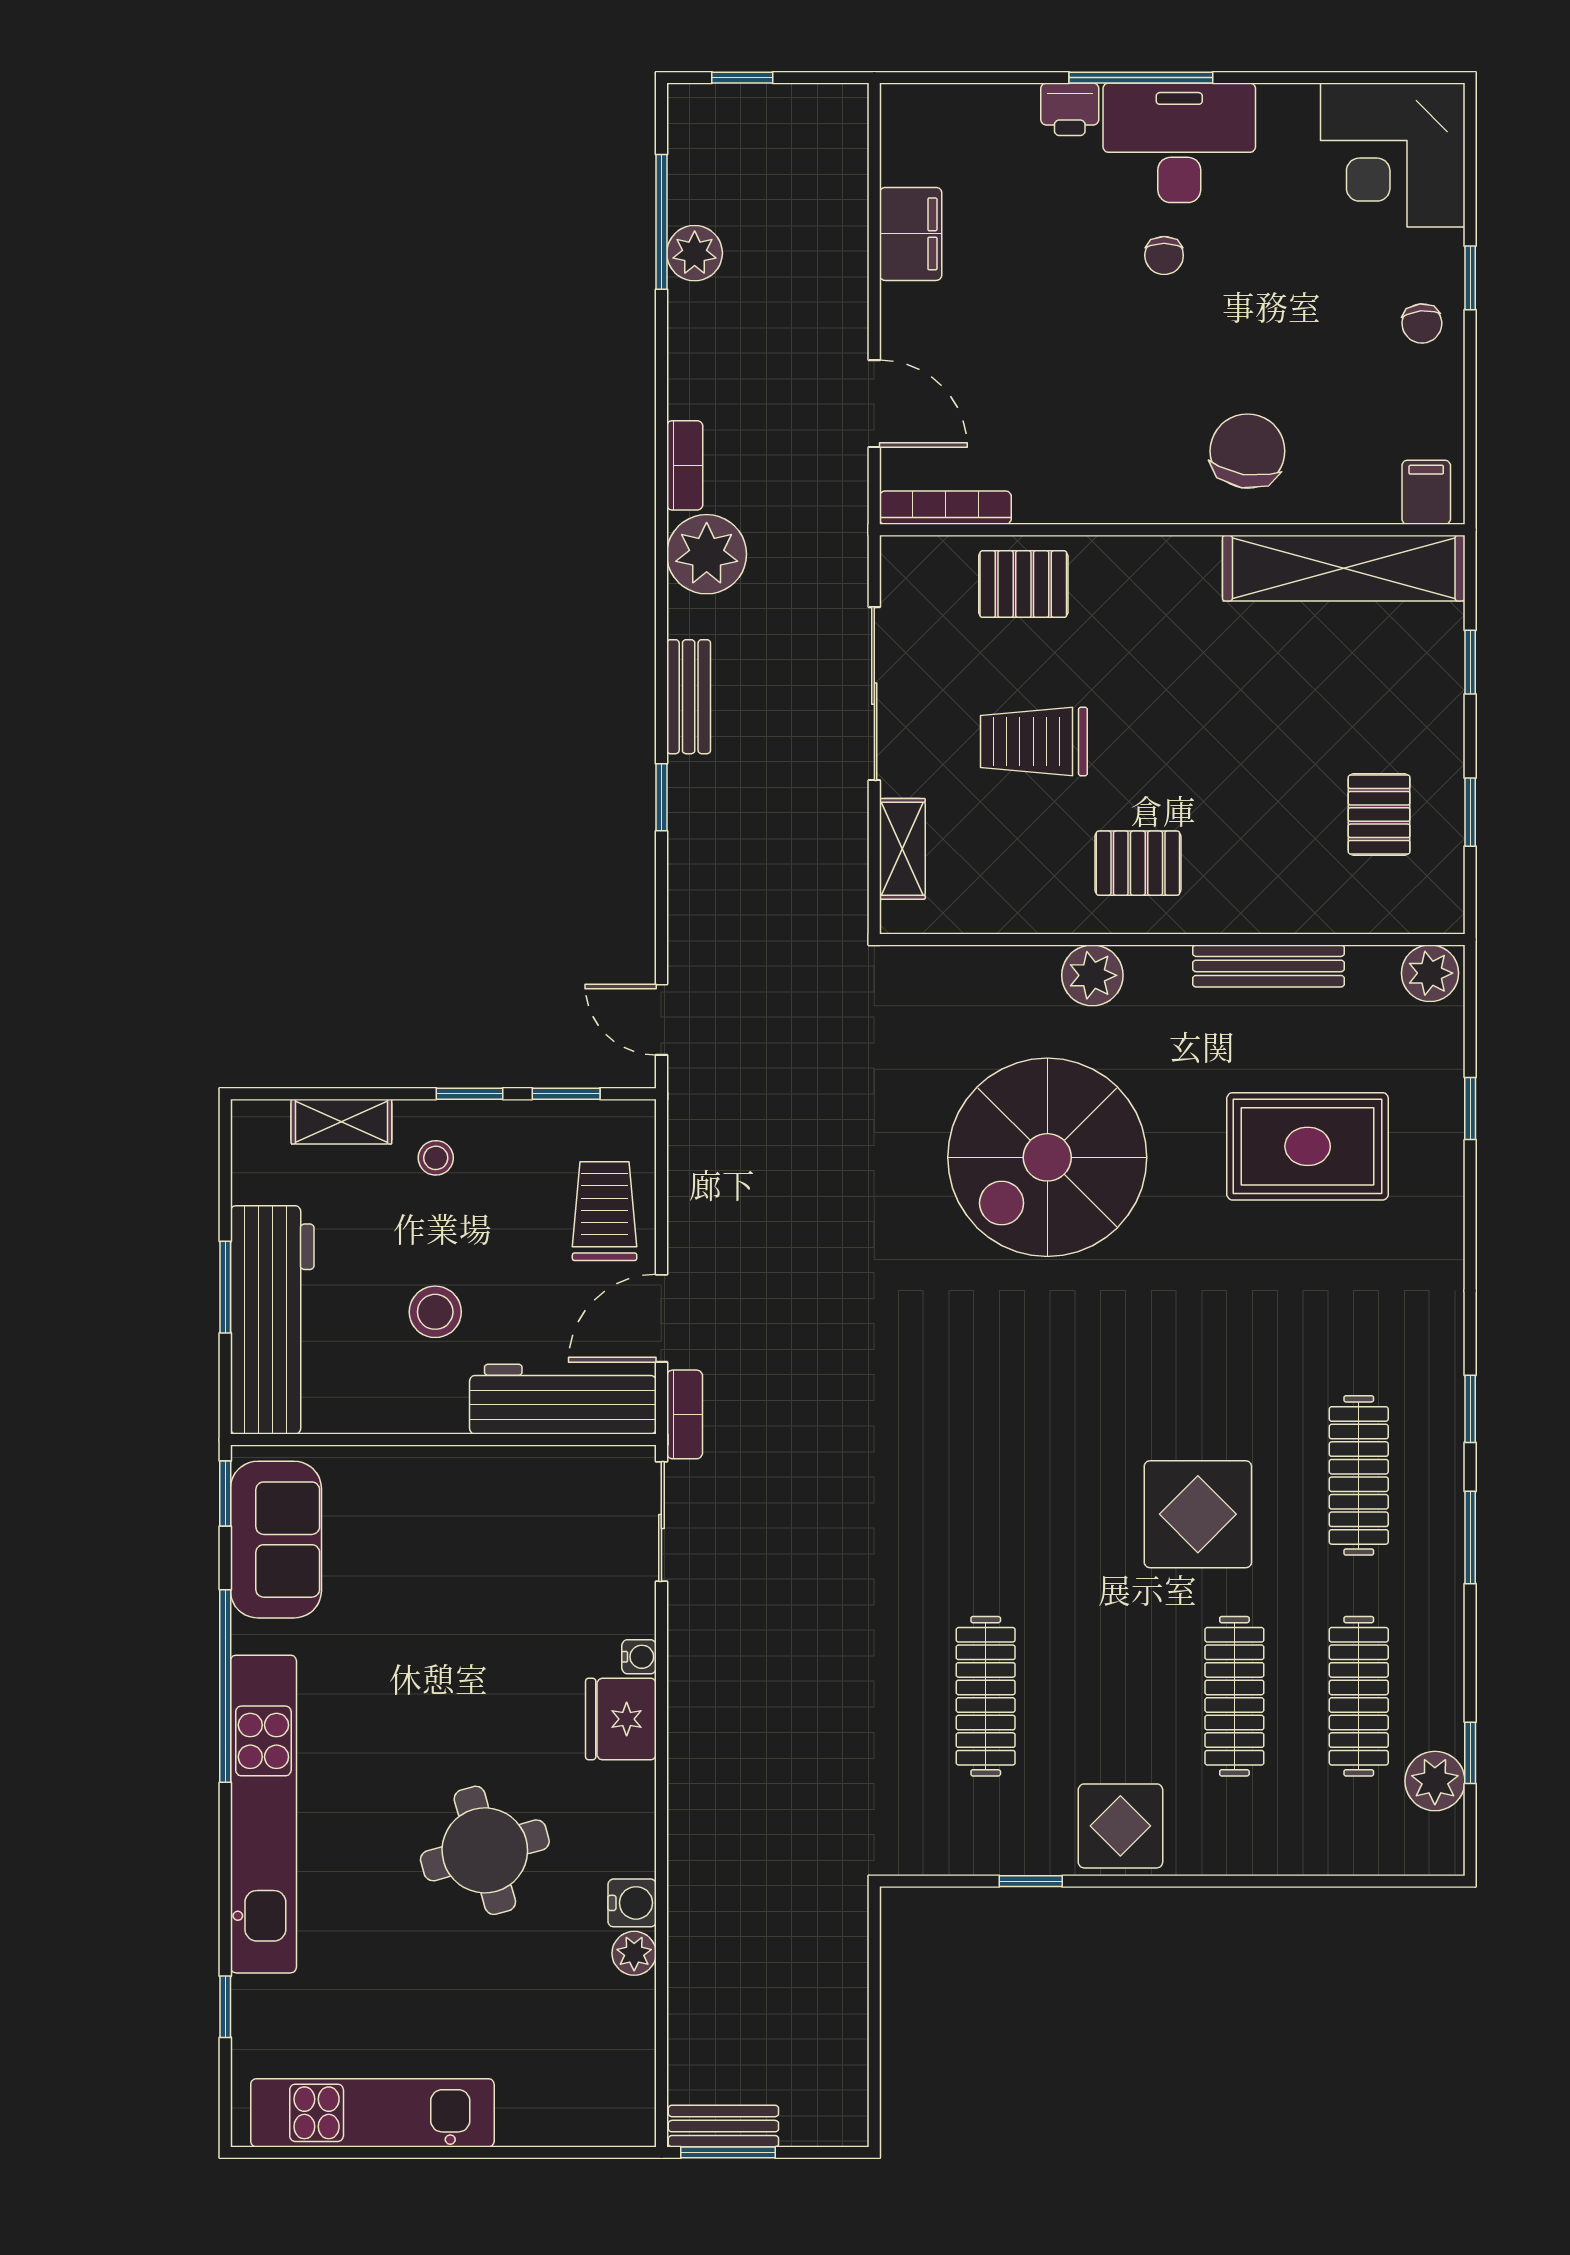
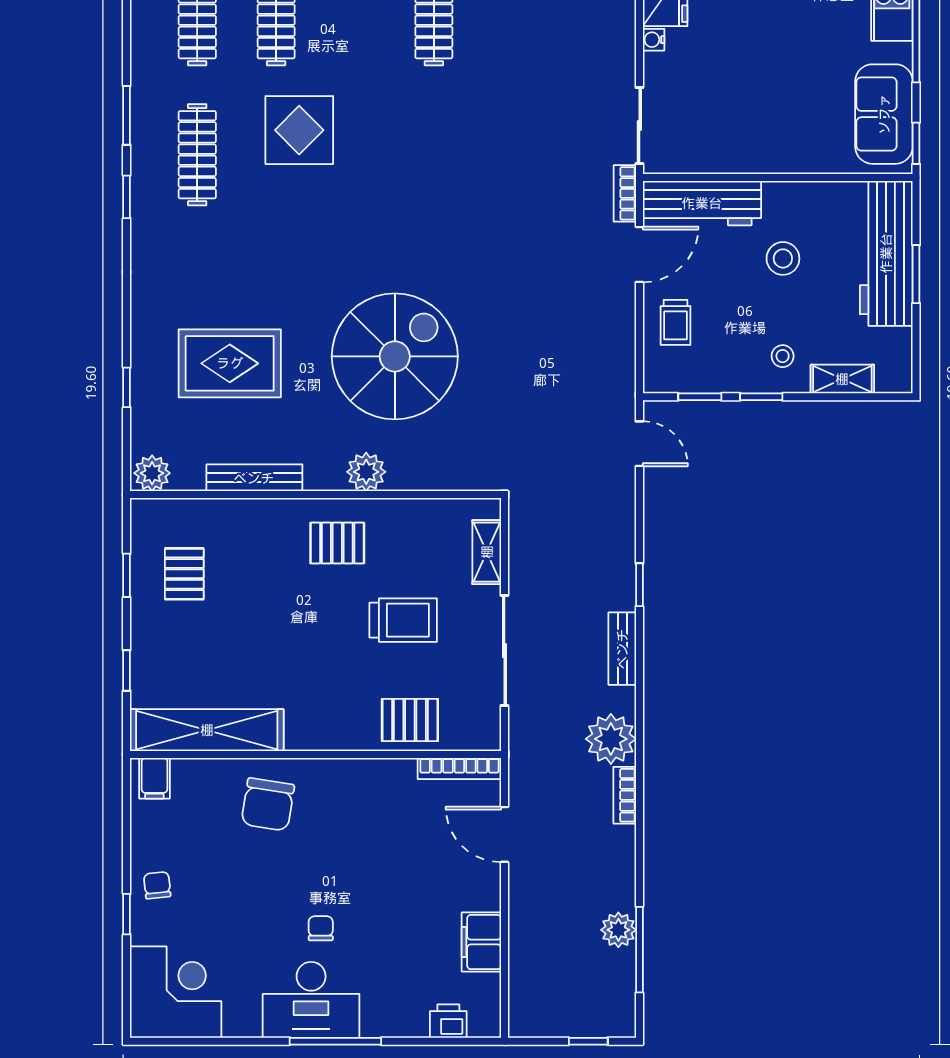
printer: (1070, 109) -> (448, 1021), moved
trolley: (605, 1211) -> (676, 322), width x0.73, depth x0.72

